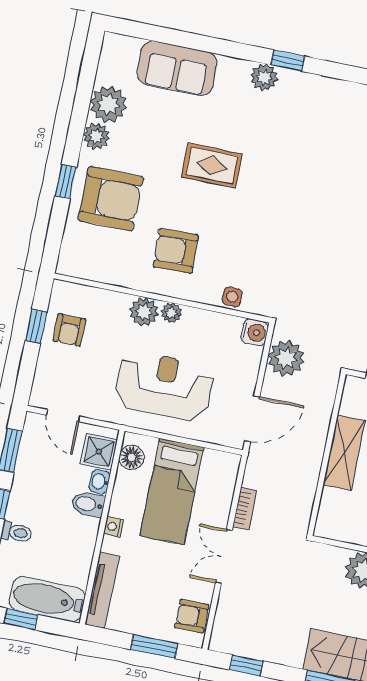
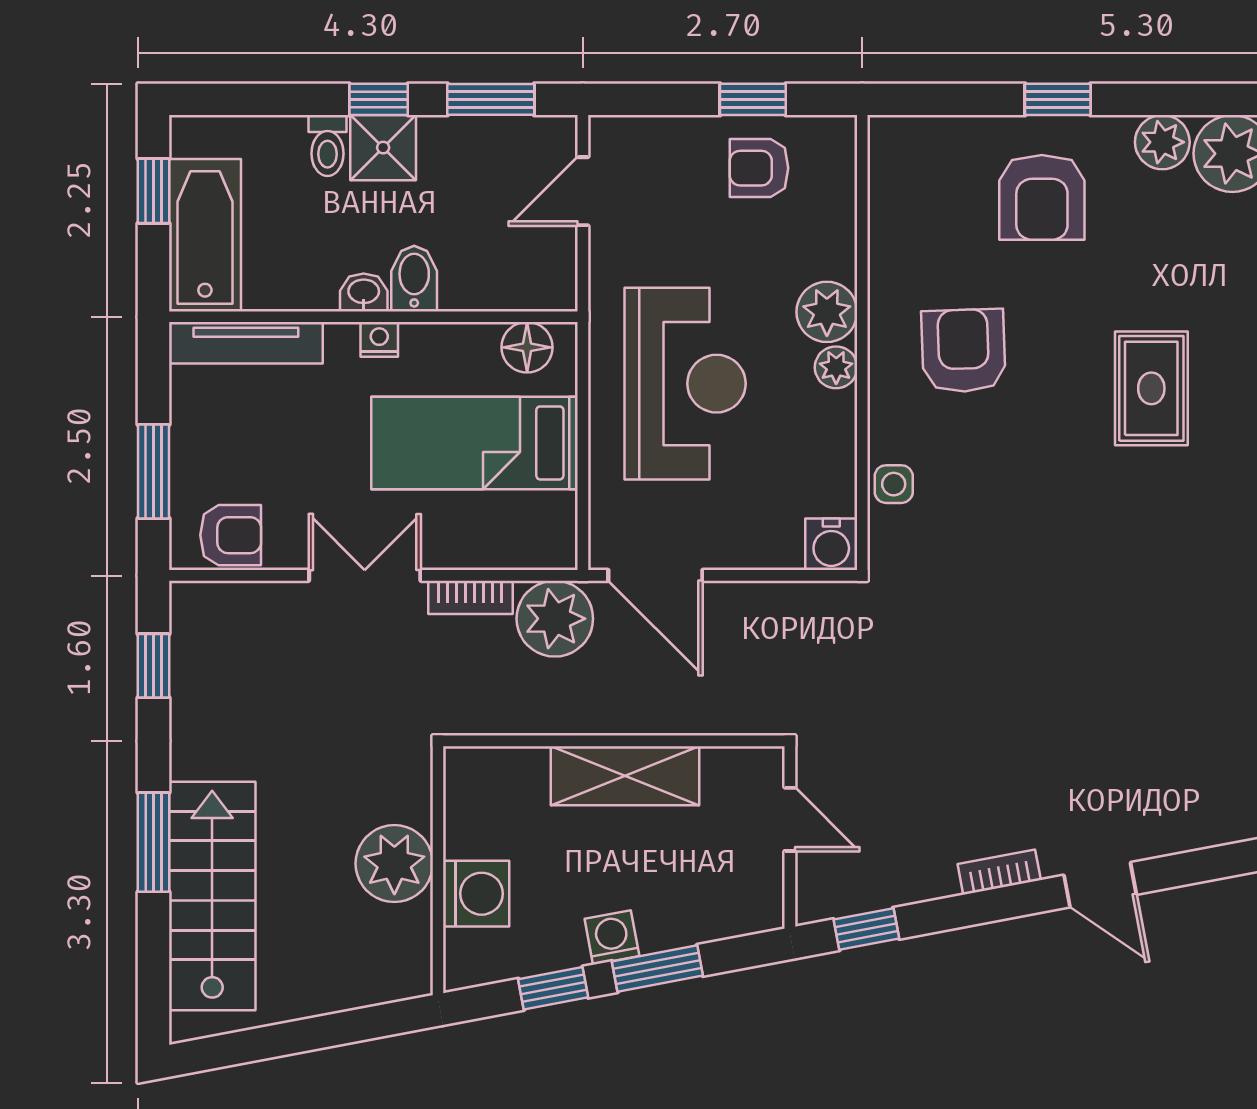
armchair: (111, 199) -> (1042, 197), width x0.73, depth x0.73
plant: (286, 358) -> (555, 619), moved
shower: (99, 452) -> (383, 148), moved
washbasin: (100, 482) -> (364, 292), moved
armchair: (192, 616) -> (231, 535), turned 90

